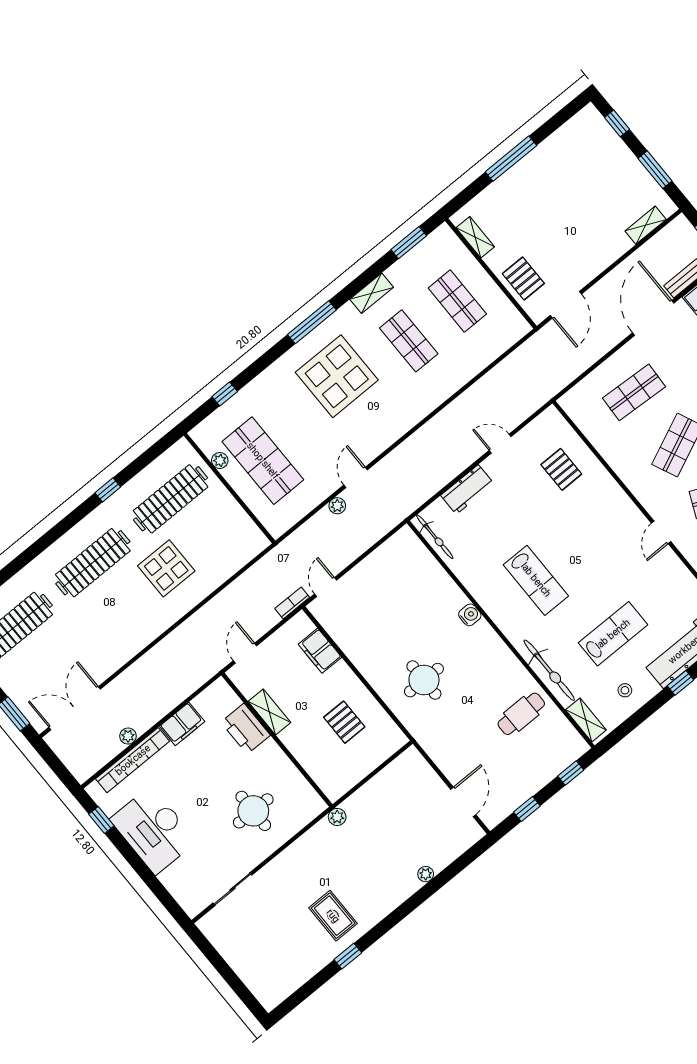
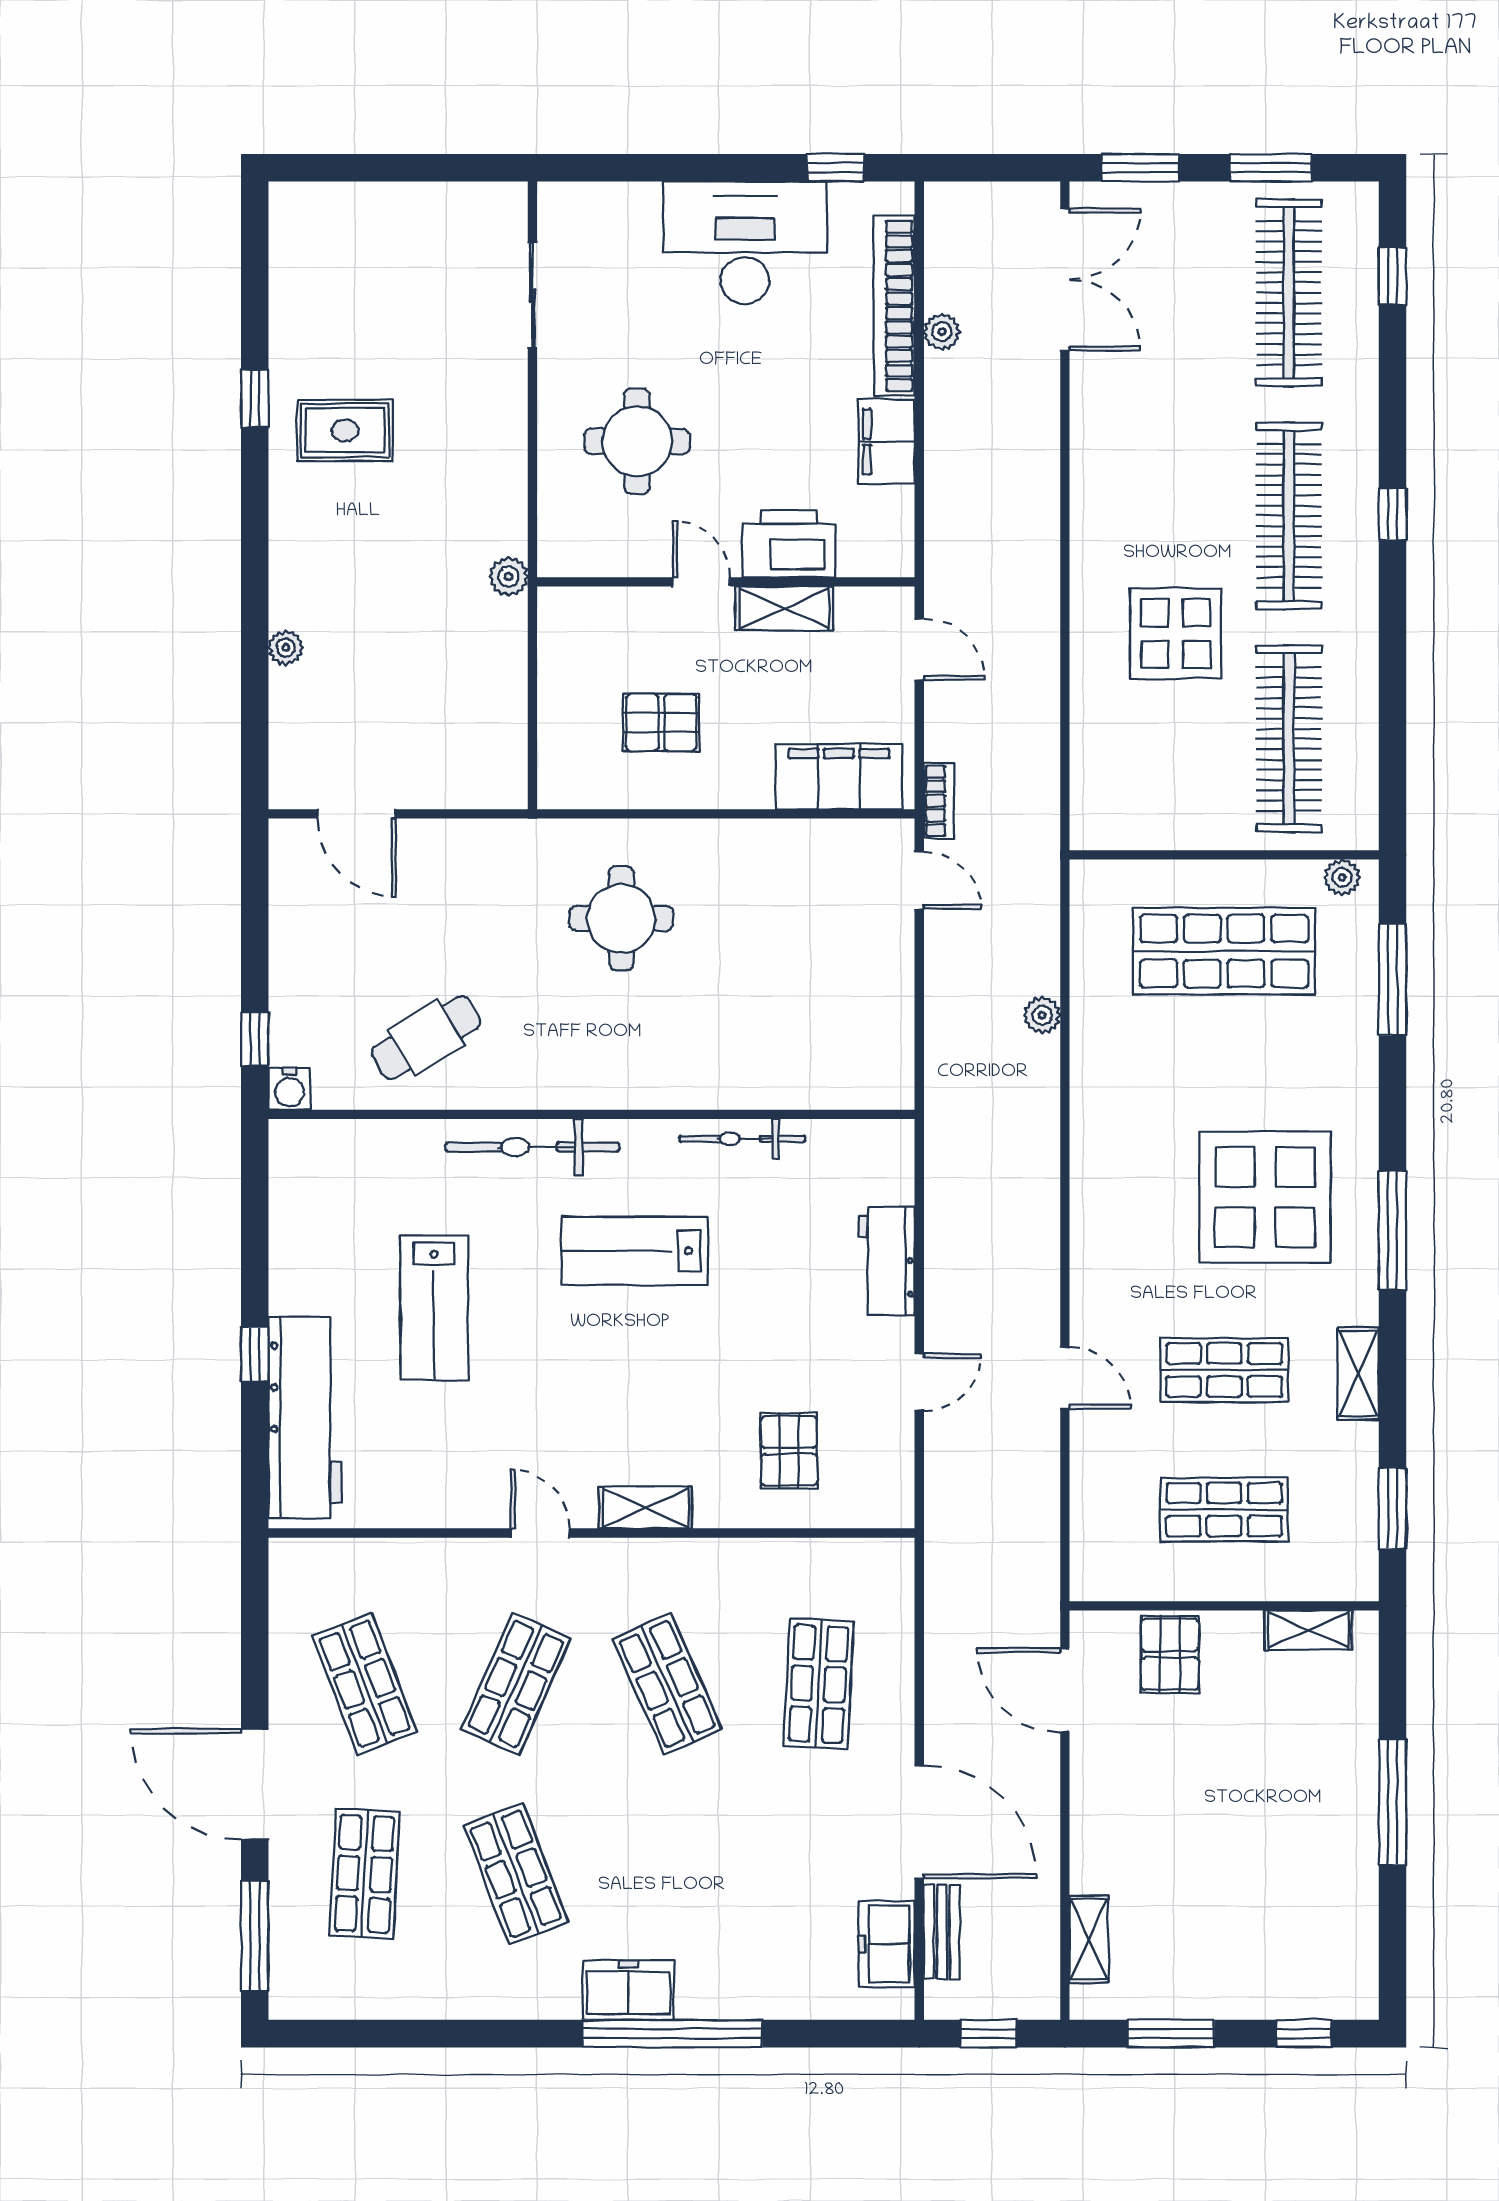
pallet: (523, 278) -> (1170, 1654), turned 90
window: (225, 394) -> (1393, 980), width x2.17
plant: (220, 461) -> (1342, 877), moved
pallet: (561, 469) -> (789, 1451), turned 90
door: (356, 477) -> (1065, 1378), moved
window: (108, 490) -> (1393, 514), moved
bicycle: (435, 537) -> (742, 1139), moved
water cooler: (470, 615) -> (289, 1089), moved
filing cabinet: (320, 651) -> (839, 777), width x1.50, depth x1.17
bicycle: (549, 670) -> (532, 1147), moved
stool: (625, 690) -> (320, 1249), removed
cafe table: (521, 714) -> (426, 1038), turned 59
shelving: (586, 720) -> (645, 1508), moved
door: (284, 748) -> (701, 582), added
window: (527, 809) -> (255, 913), removed

